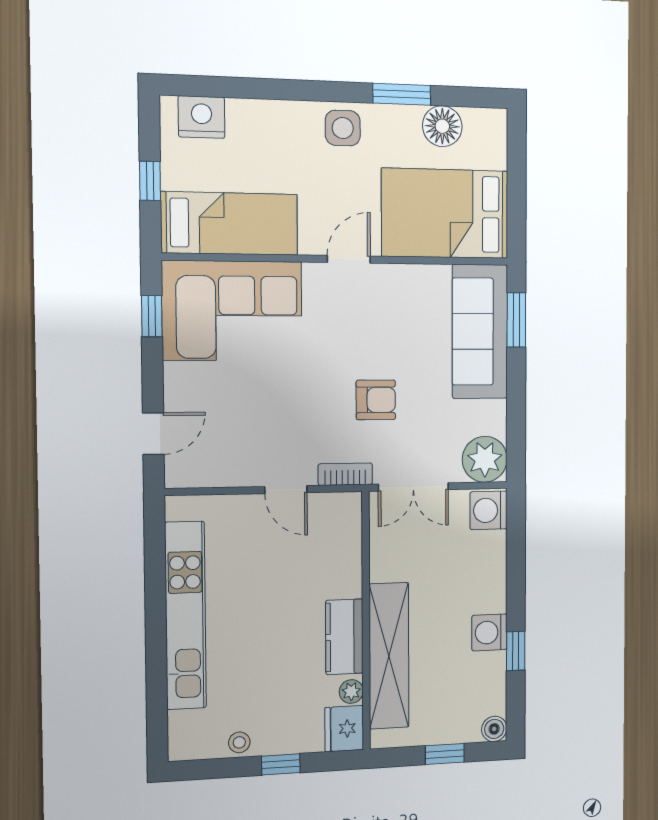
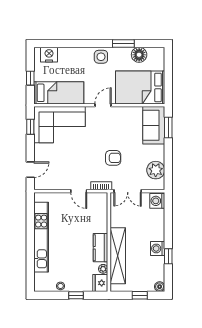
sofa: (480, 332) -> (154, 125), width x0.73
plant: (485, 459) -> (156, 170), moved

